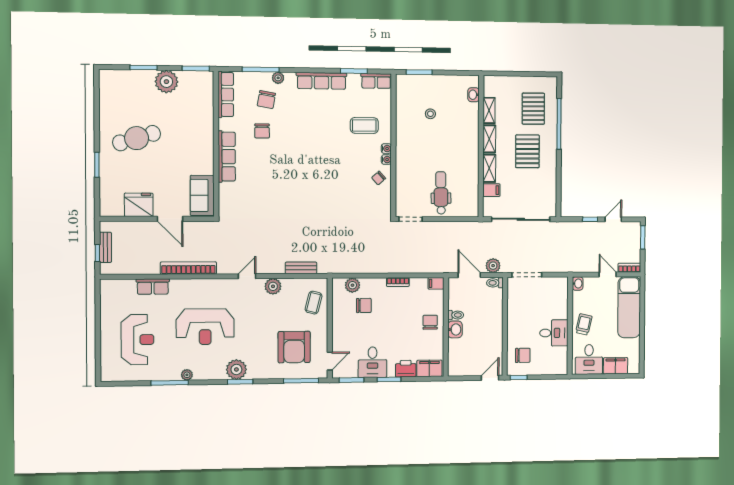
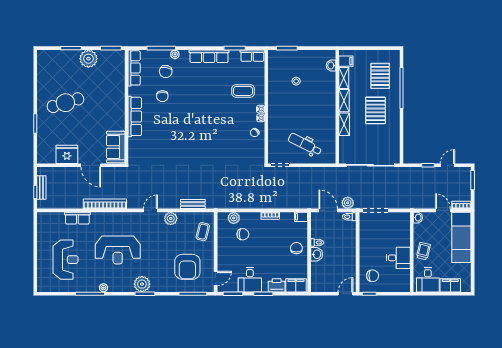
filing cabinet: (491, 190) -> (346, 61), moved
dental chair: (441, 193) -> (305, 144), turned -62

